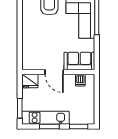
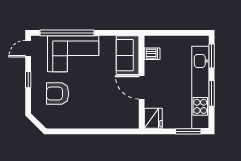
door: (54, 72) -> (142, 87), swing flipped
kitchen unit: (45, 118) -> (200, 87), width x1.36

